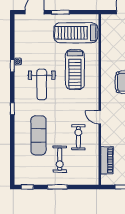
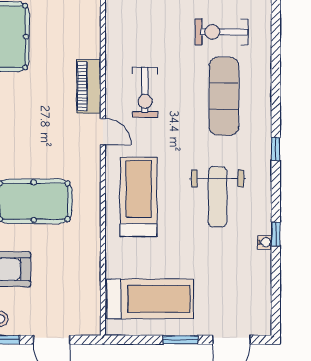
treadmill: (75, 70) -> (139, 197), moved
weight bench: (42, 84) -> (218, 197), turned 180
exercise bike: (60, 159) -> (222, 32), moved, turned -90
piano: (107, 160) -> (89, 86), moved

